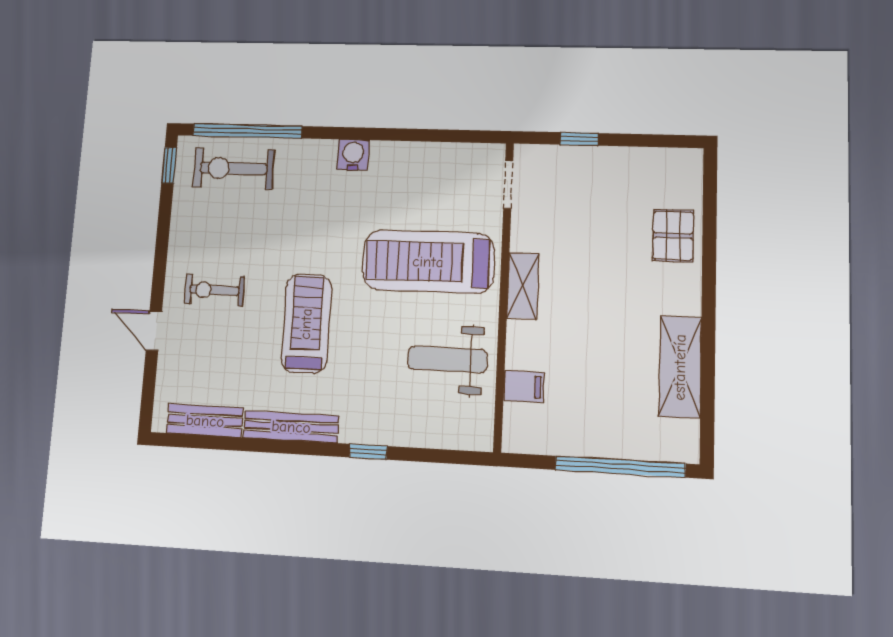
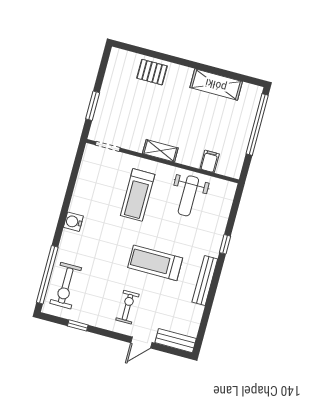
window: (579, 139) -> (93, 106), width x1.50
window: (169, 165) -> (78, 325), moved
treadmill: (428, 262) -> (138, 195), width x0.73, depth x0.73
exercise bike: (214, 290) -> (127, 307), turned 180
bench: (205, 421) -> (176, 341), moved, turned 90

